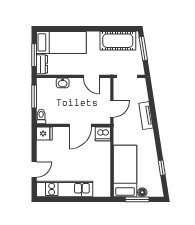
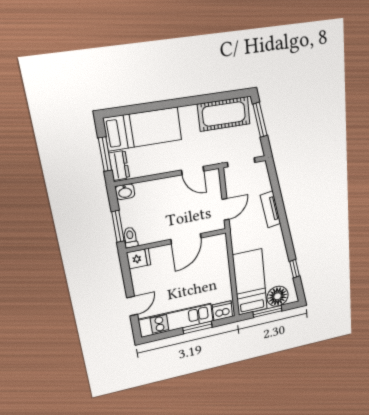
washbasin: (63, 83) -> (125, 192), moved
window: (34, 97) -> (118, 226), moved
dishwasher: (103, 134) -> (222, 311), moved, turned 180
floor lamp: (142, 192) -> (278, 296), width x1.89, depth x1.89
window: (80, 199) -> (197, 328), added

